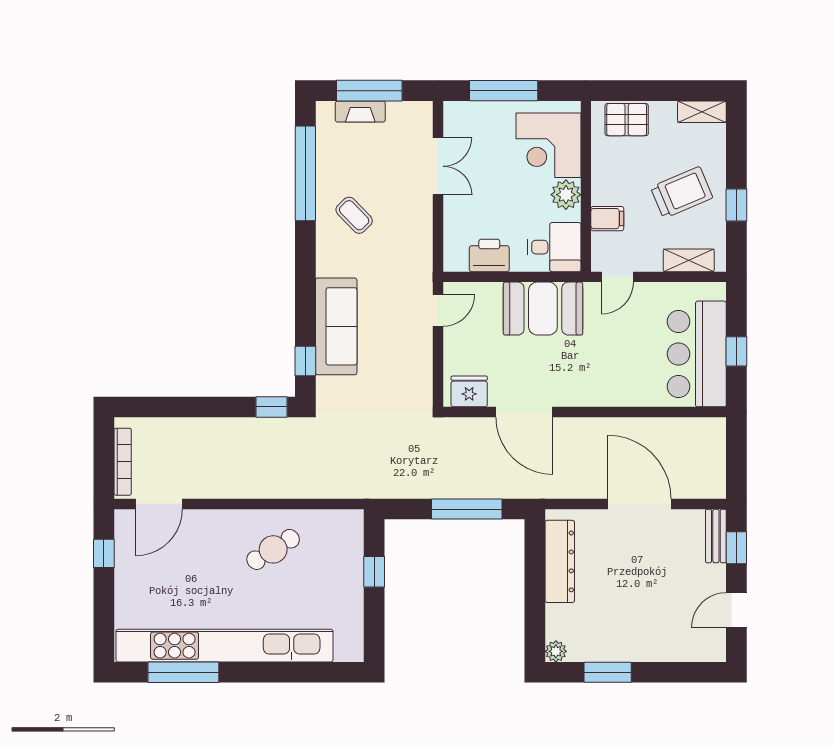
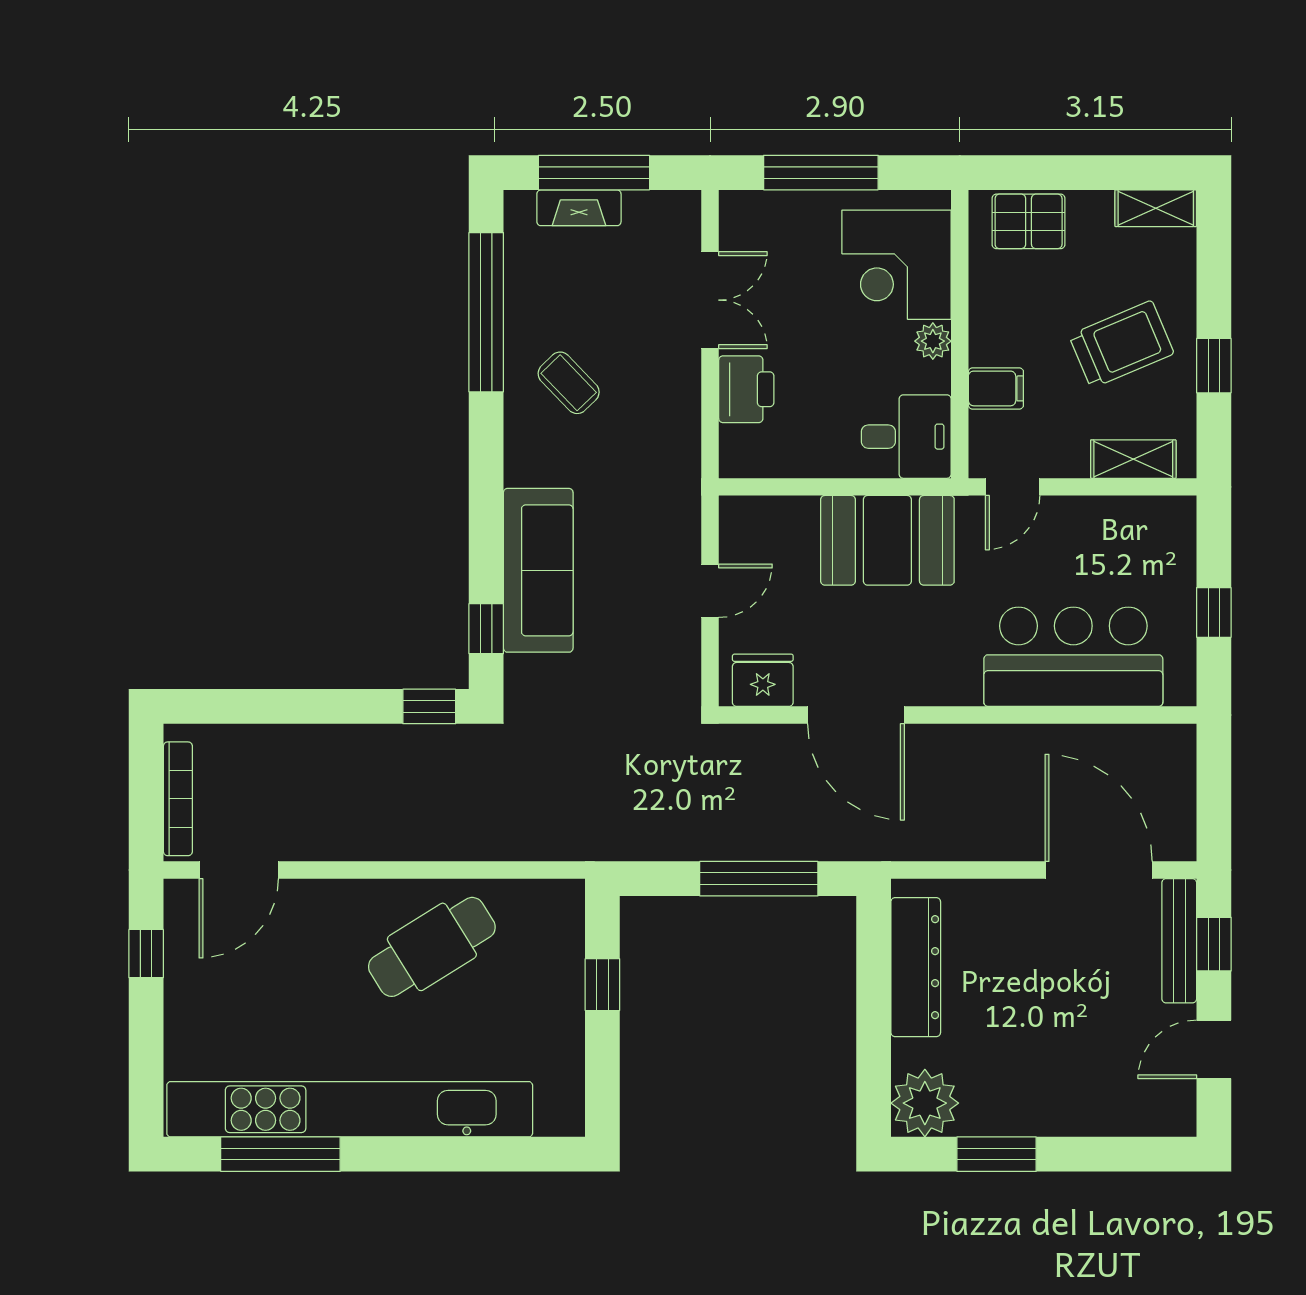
plant: (566, 195) -> (933, 341), width x0.73, depth x0.73
printer: (489, 255) -> (746, 389), moved, turned 90
door: (438, 310) -> (710, 591), moved
bar counter: (697, 354) -> (1073, 657), moved, turned 90
door: (639, 504) -> (1099, 870), moved
bench: (716, 536) -> (1179, 941), width x1.36
cafe table: (273, 549) -> (432, 947), width x1.37, depth x1.35
plant: (556, 651) -> (925, 1103), width x1.87, depth x1.87

